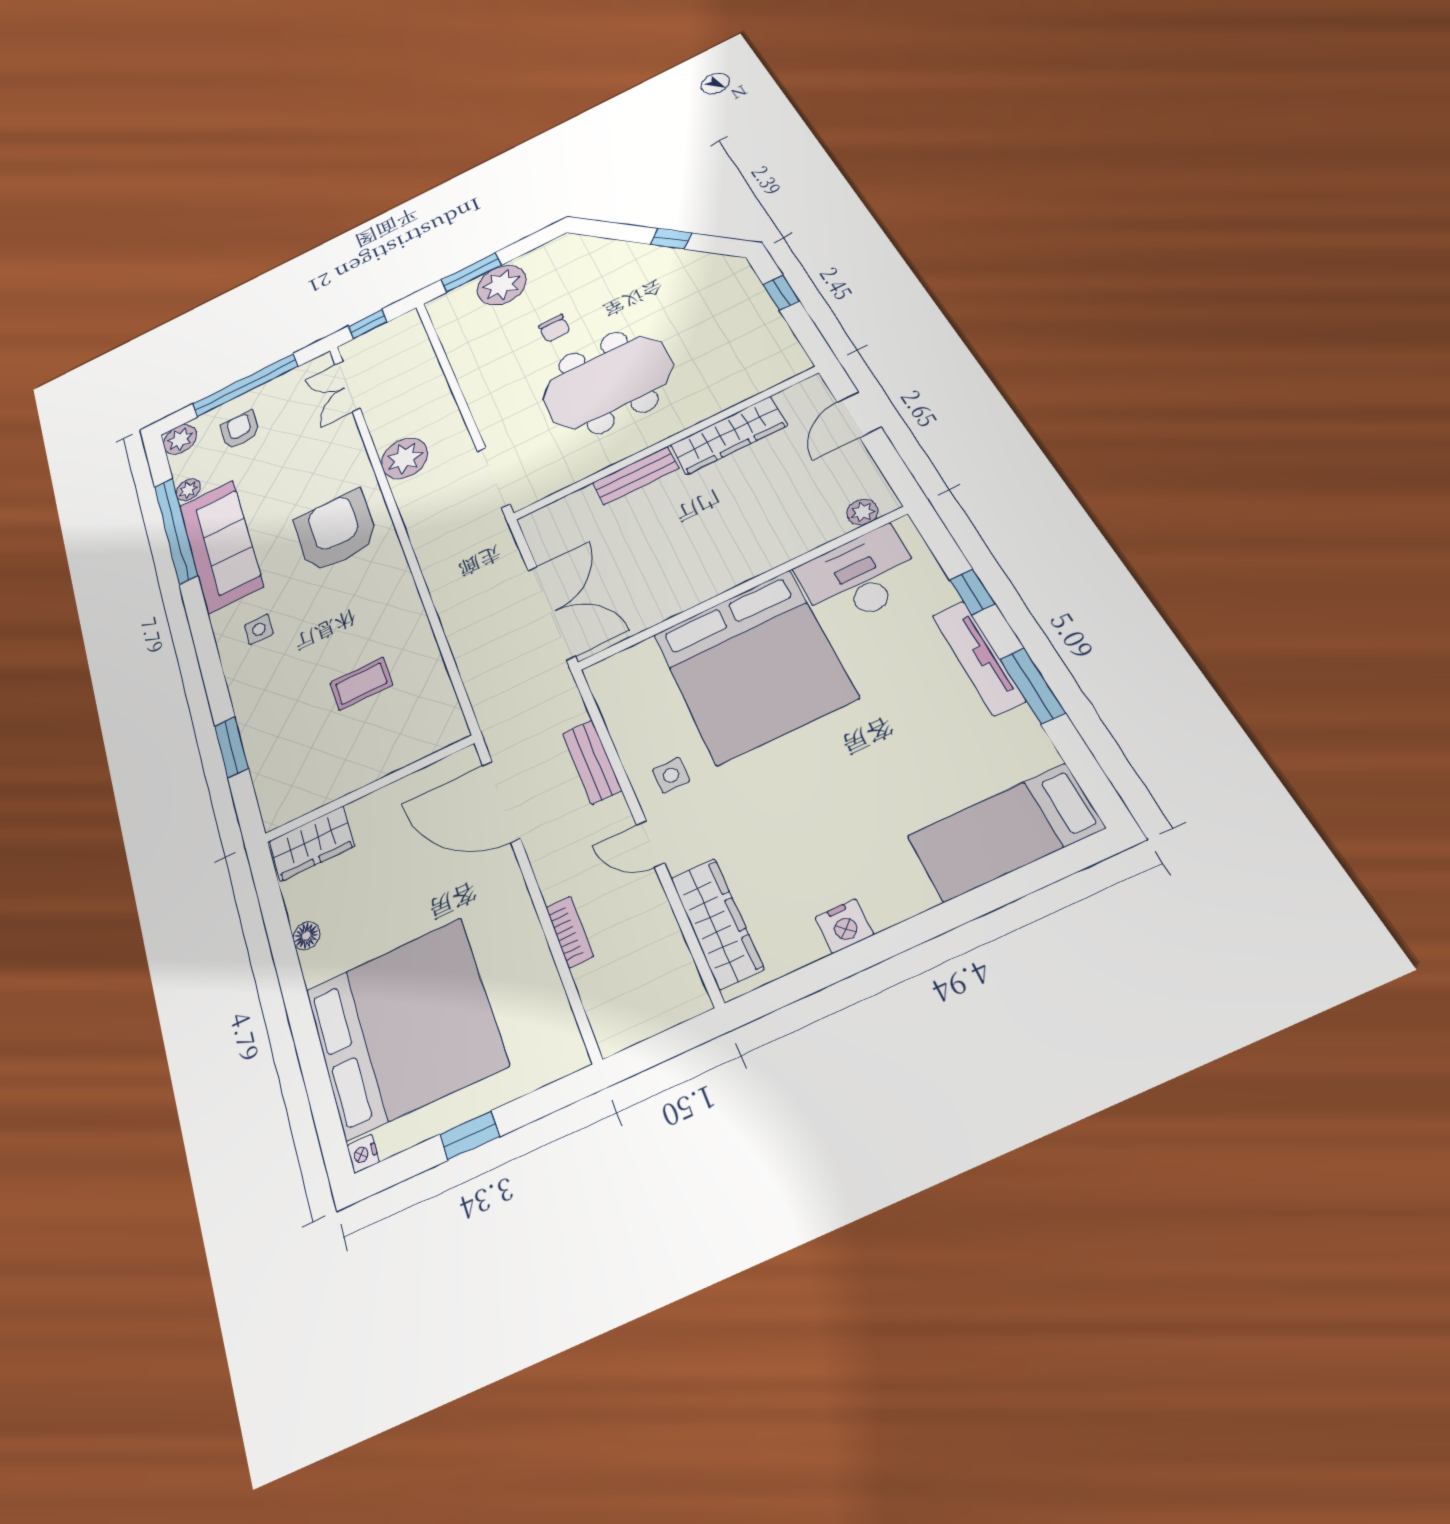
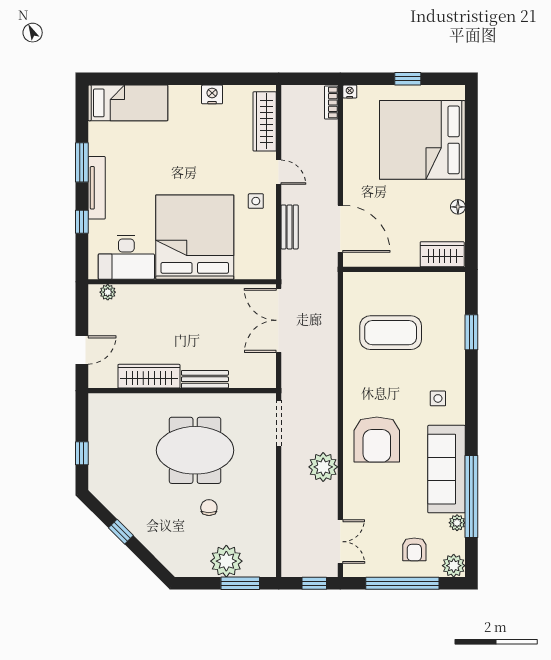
coffee table: (361, 684) -> (391, 333), width x1.86, depth x1.72
bookcase: (570, 932) -> (331, 103), moved
nightstand: (363, 1154) -> (350, 92), moved, turned -90

